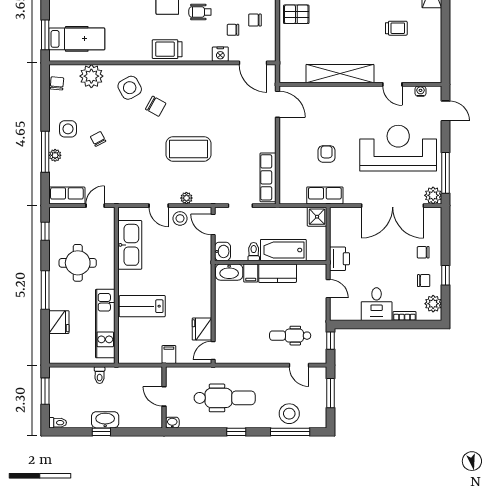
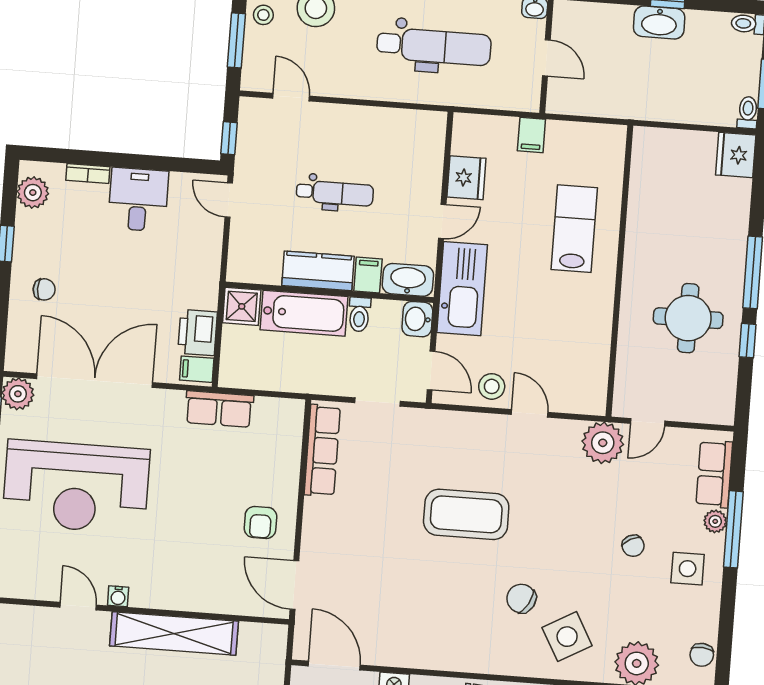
water cooler: (421, 91) -> (118, 596), moved
armchair: (327, 154) -> (260, 522), moved
row of seats: (67, 195) -> (714, 474), moved, turned 90
plant: (186, 198) -> (603, 443), moved, width x1.87, depth x1.87
filing cabinet: (338, 216) -> (197, 369), added
shower: (317, 217) -> (242, 306), moved
window: (45, 231) -> (748, 341), moved
kitchen sink: (130, 245) -> (462, 289), moved, turned 180
printer: (339, 259) -> (198, 333), moved
chair: (424, 281) -> (47, 237), removed
door: (328, 289) -> (229, 200), moved
lab bench: (142, 306) -> (574, 229), turned -90
fridge: (59, 322) -> (736, 155), moved
kitchen unit: (105, 324) -> (646, 201), removed
dental chair: (290, 336) -> (335, 193), moved
door: (213, 350) -> (442, 221), moved
toilet: (100, 375) -> (748, 113), moved
dental chair: (225, 398) -> (434, 46), turned 180
stool: (317, 408) -> (263, 15), added

